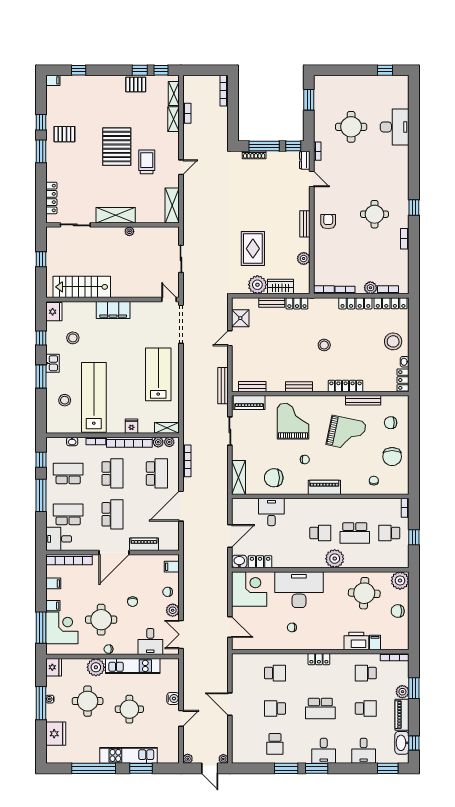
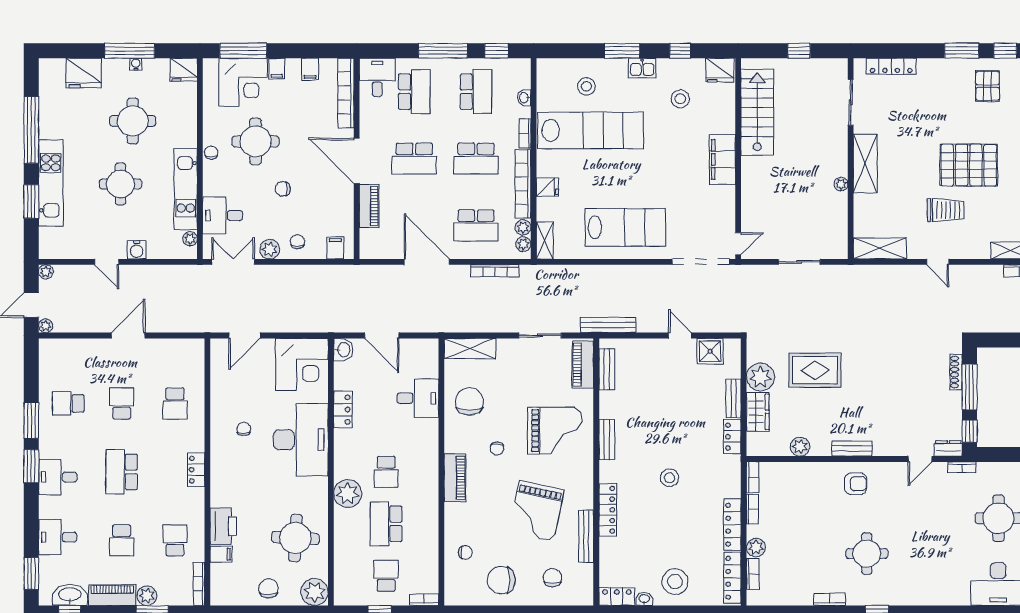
locker: (260, 562) -> (343, 410), moved
plant: (96, 667) -> (190, 239), moved, width x0.53, depth x0.53

